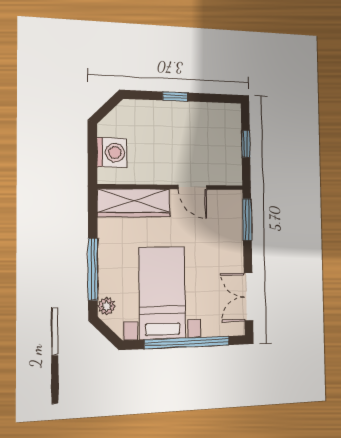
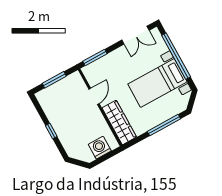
window: (246, 144) -> (54, 80), width x1.50
plant: (106, 306) -> (179, 108), removed

